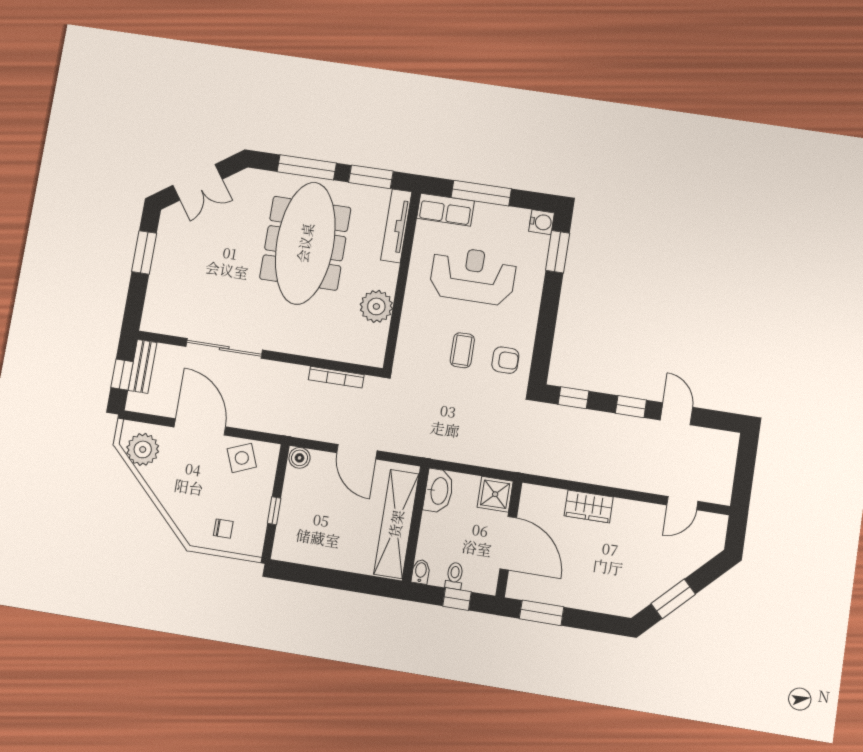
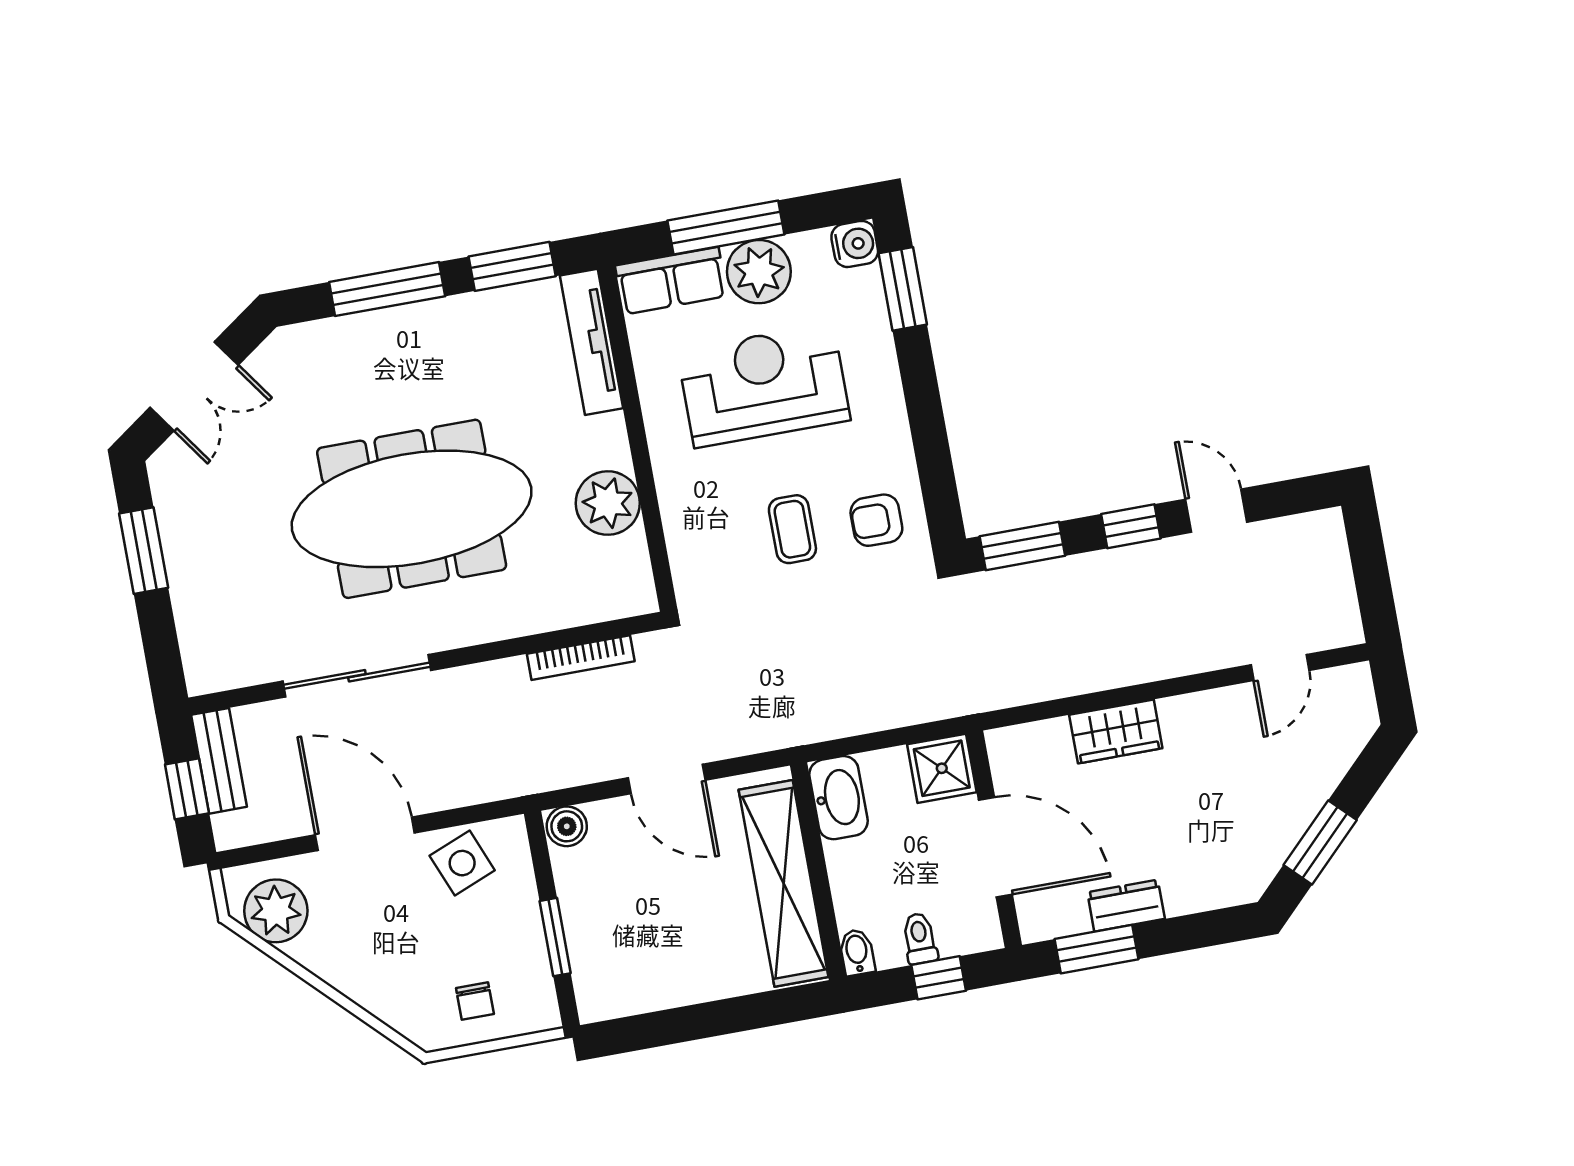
plant: (490, 220) -> (759, 272), added
meeting table: (305, 243) -> (412, 509), moved, turned 90
armchair: (505, 360) -> (876, 520), turned 180
window: (573, 398) -> (1022, 546), width x1.50
window: (274, 511) -> (555, 937), width x1.50
chair: (223, 529) -> (475, 1001), turned 90
dresser: (564, 596) -> (1126, 906), added

